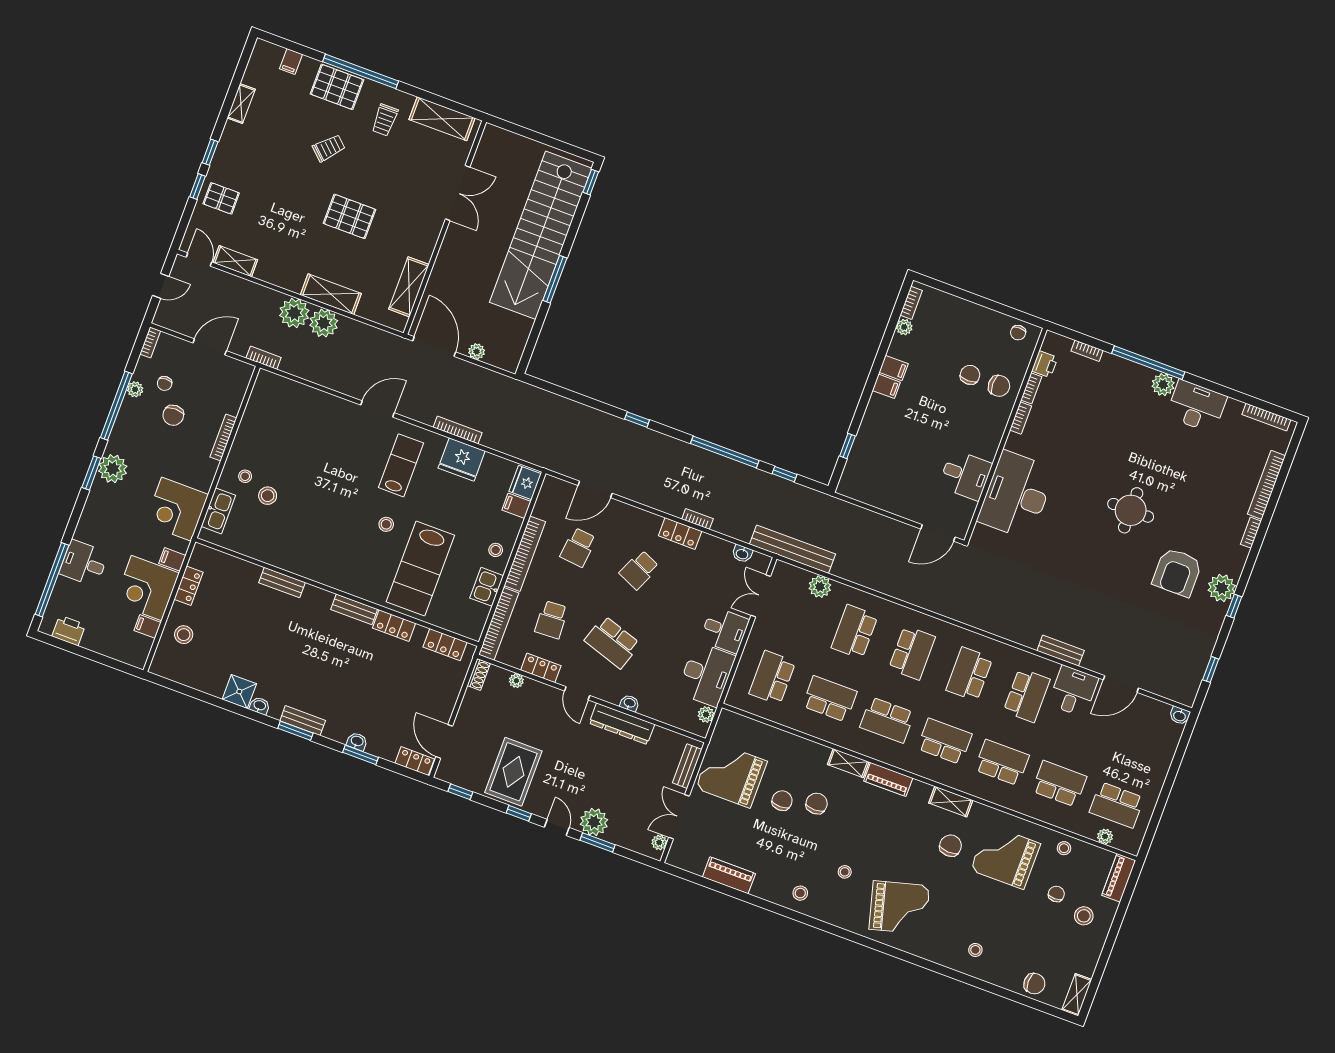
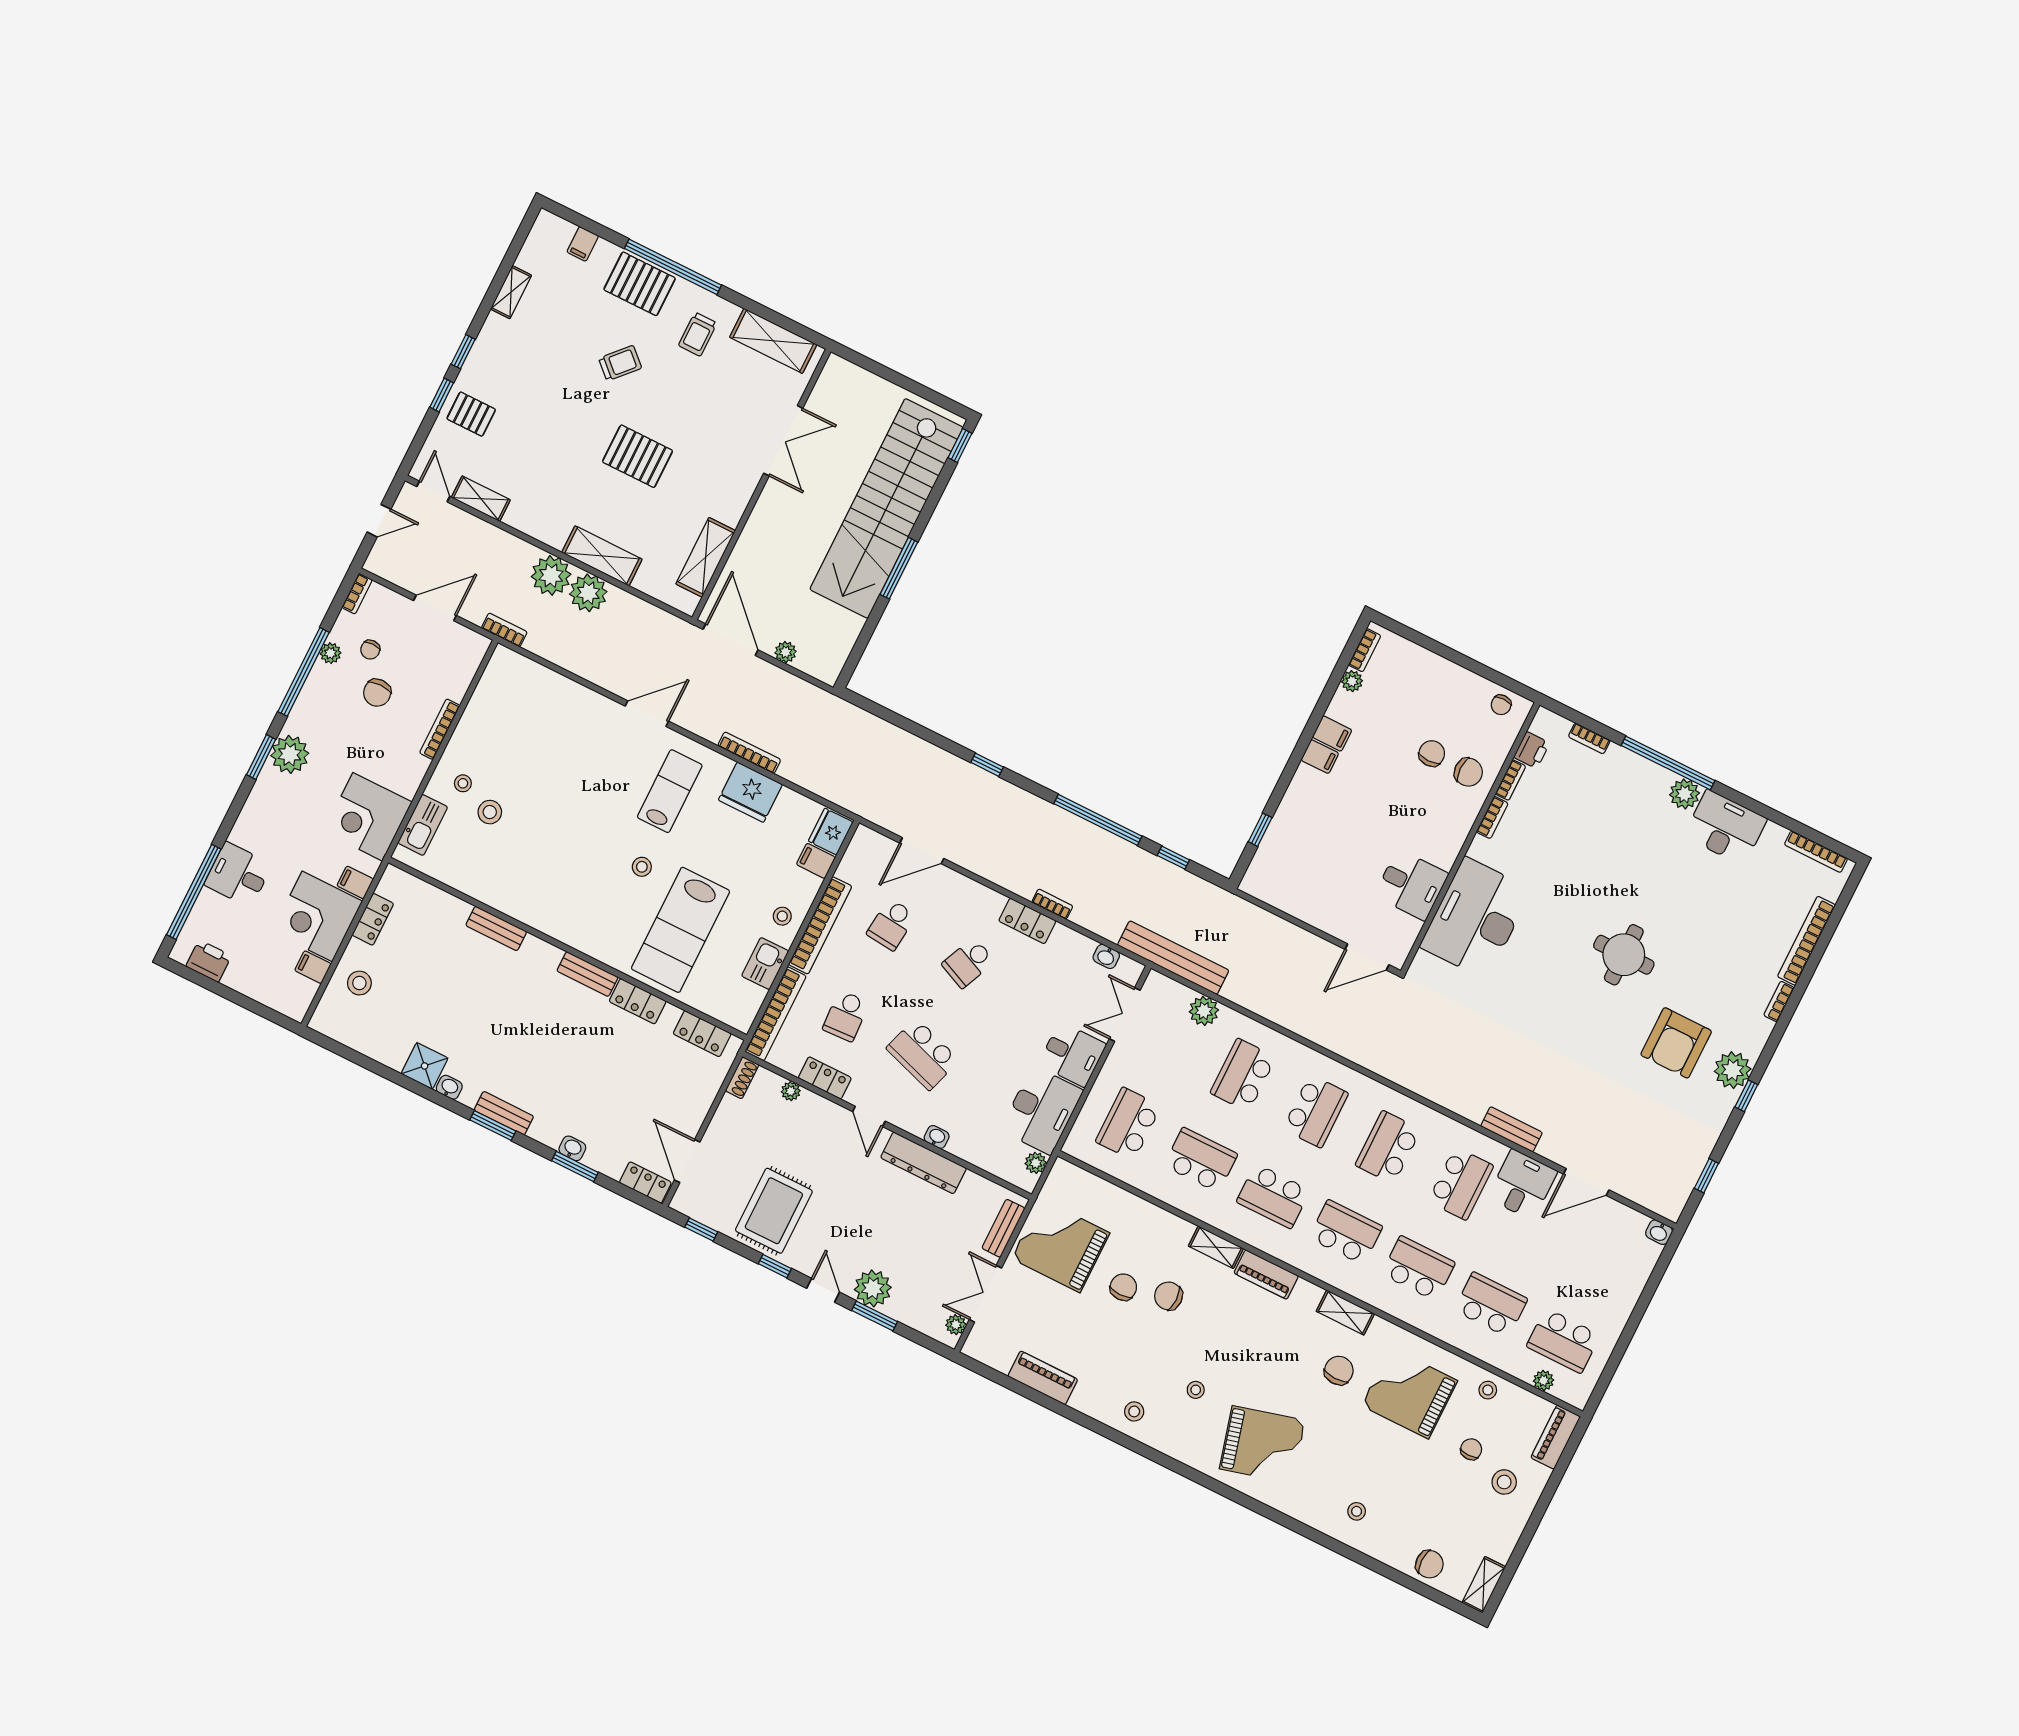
chair: (817, 804) -> (1168, 1296), turned -90

